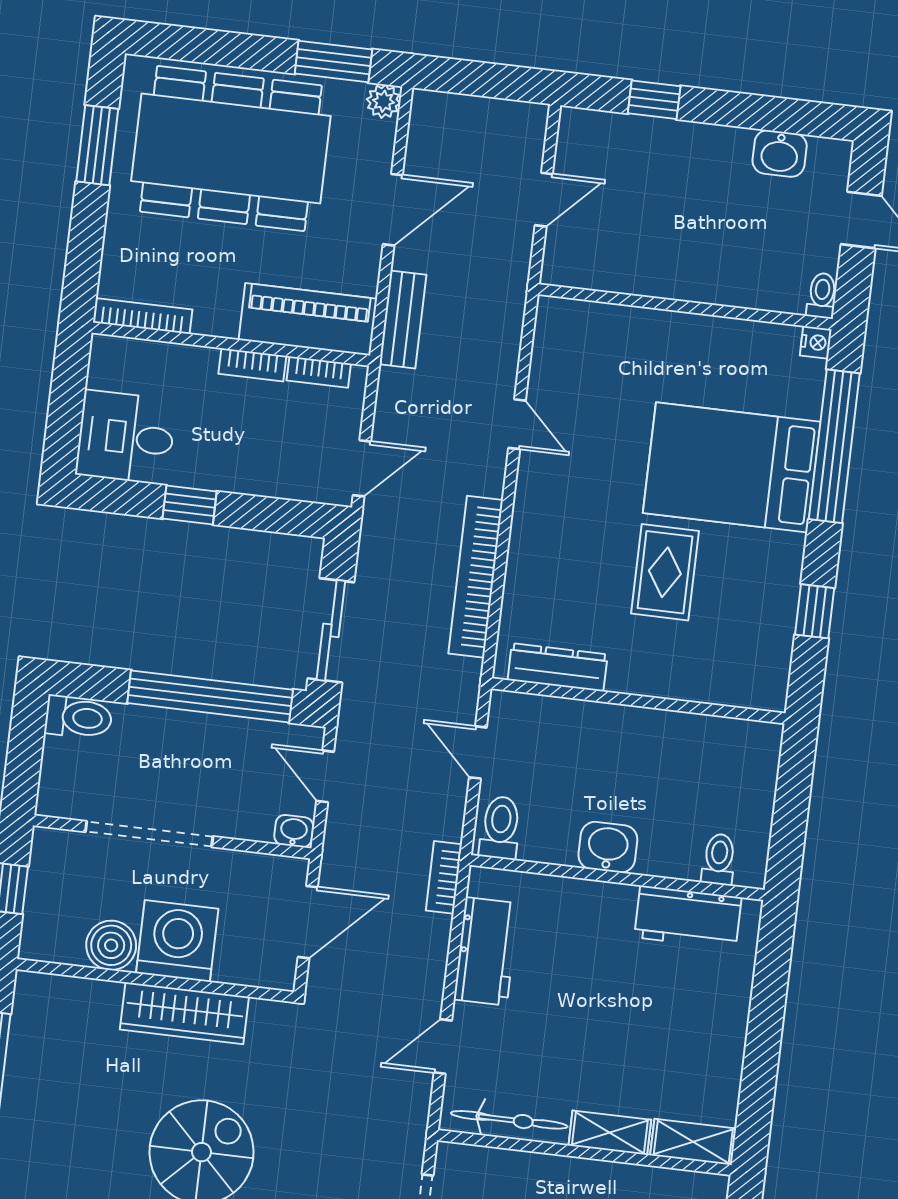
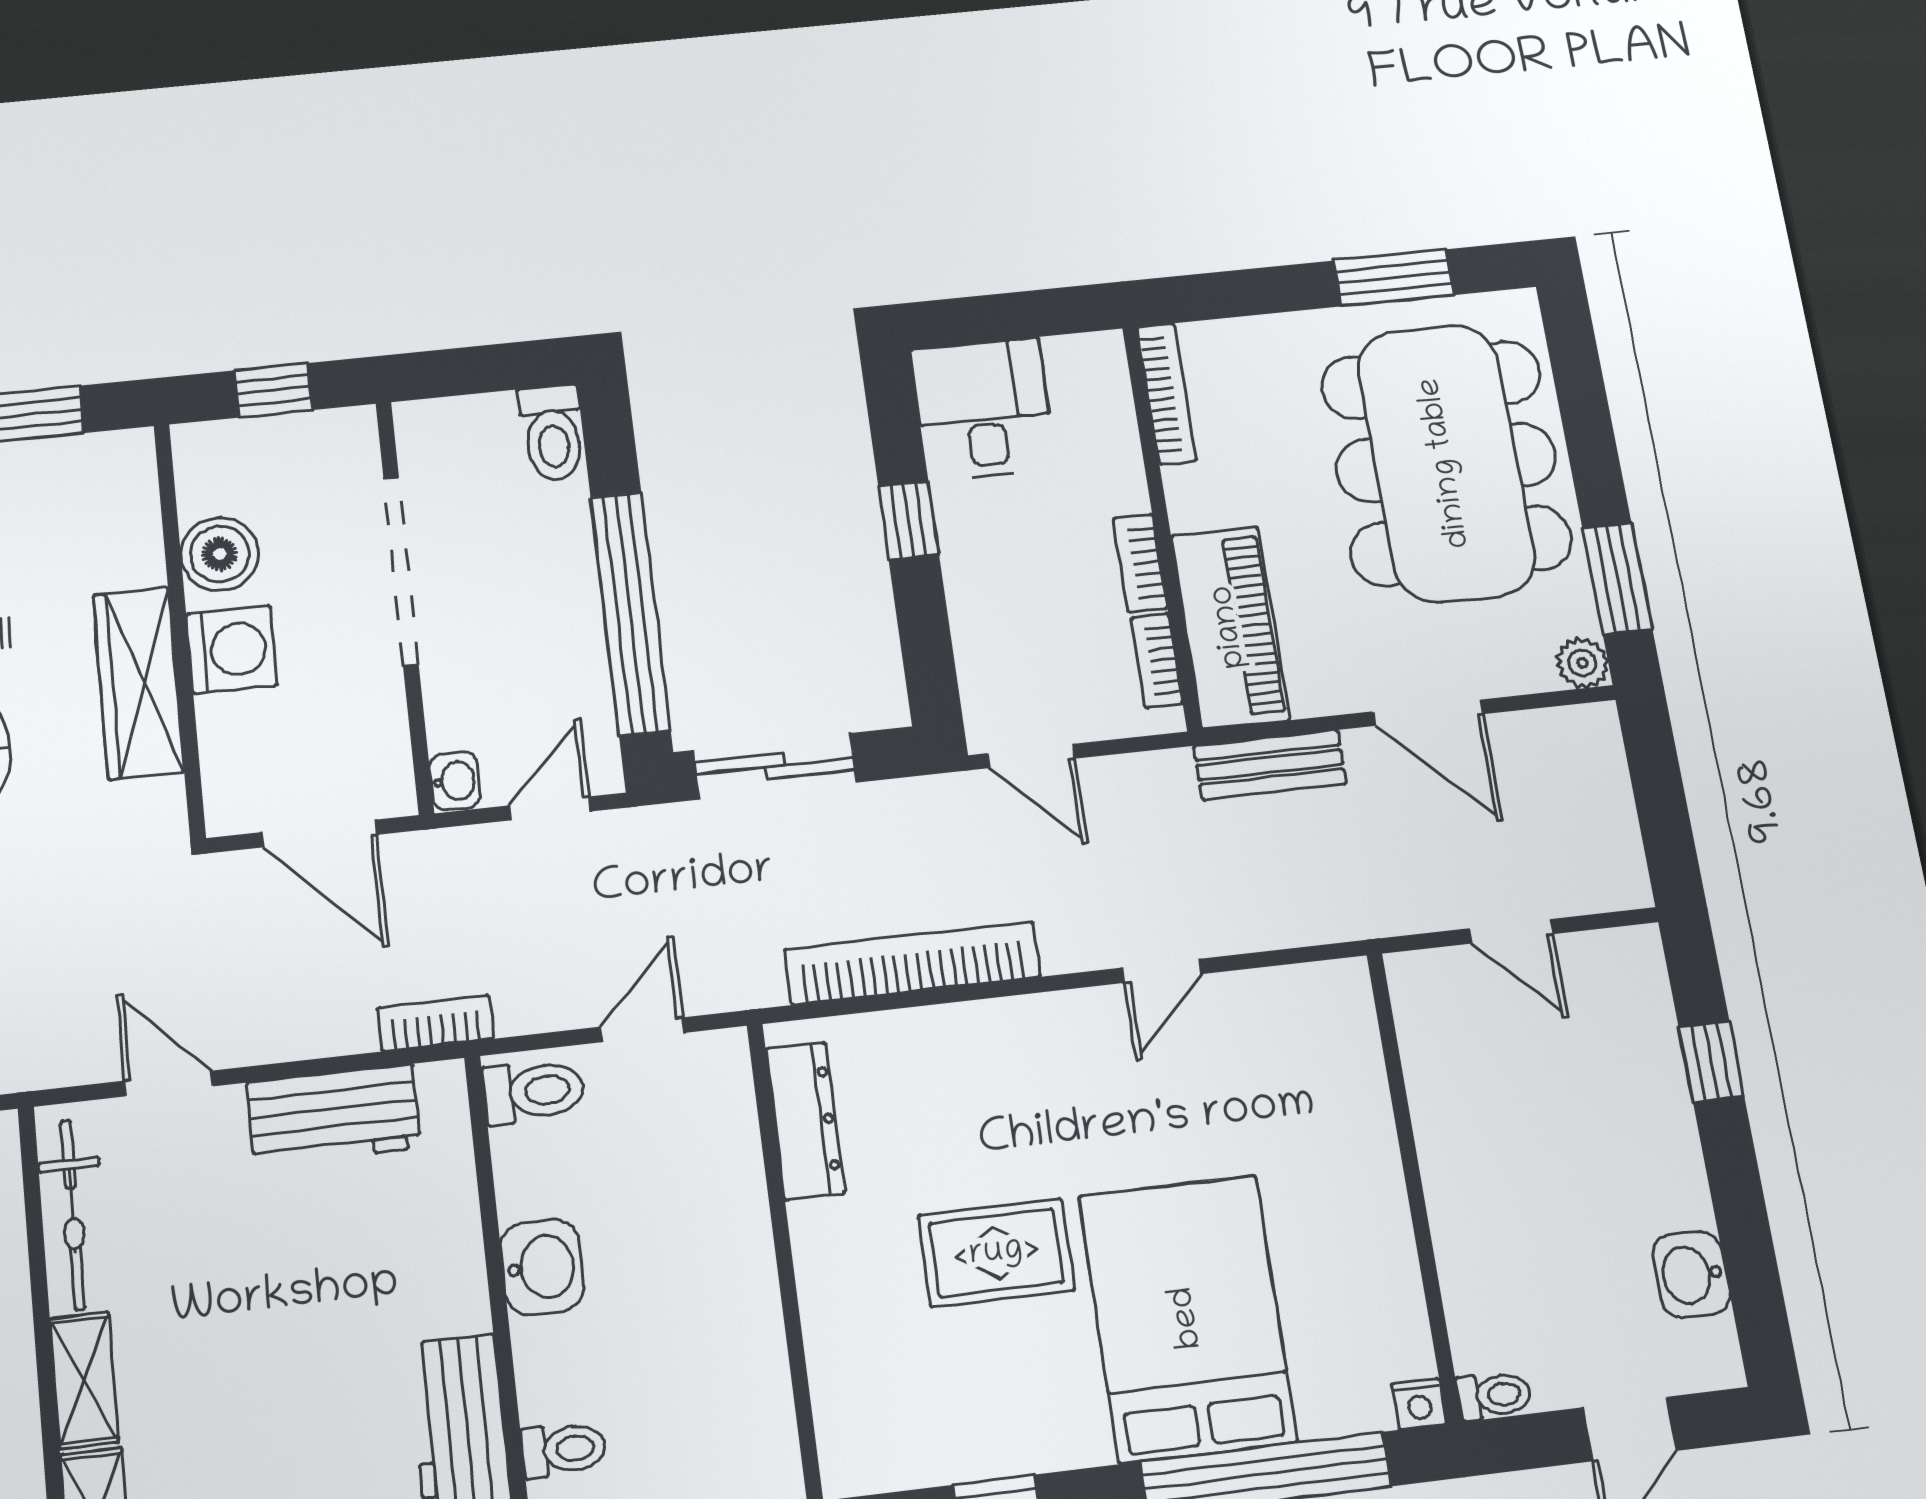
washing machine: (177, 941) -> (232, 650), width x0.73, depth x0.73

